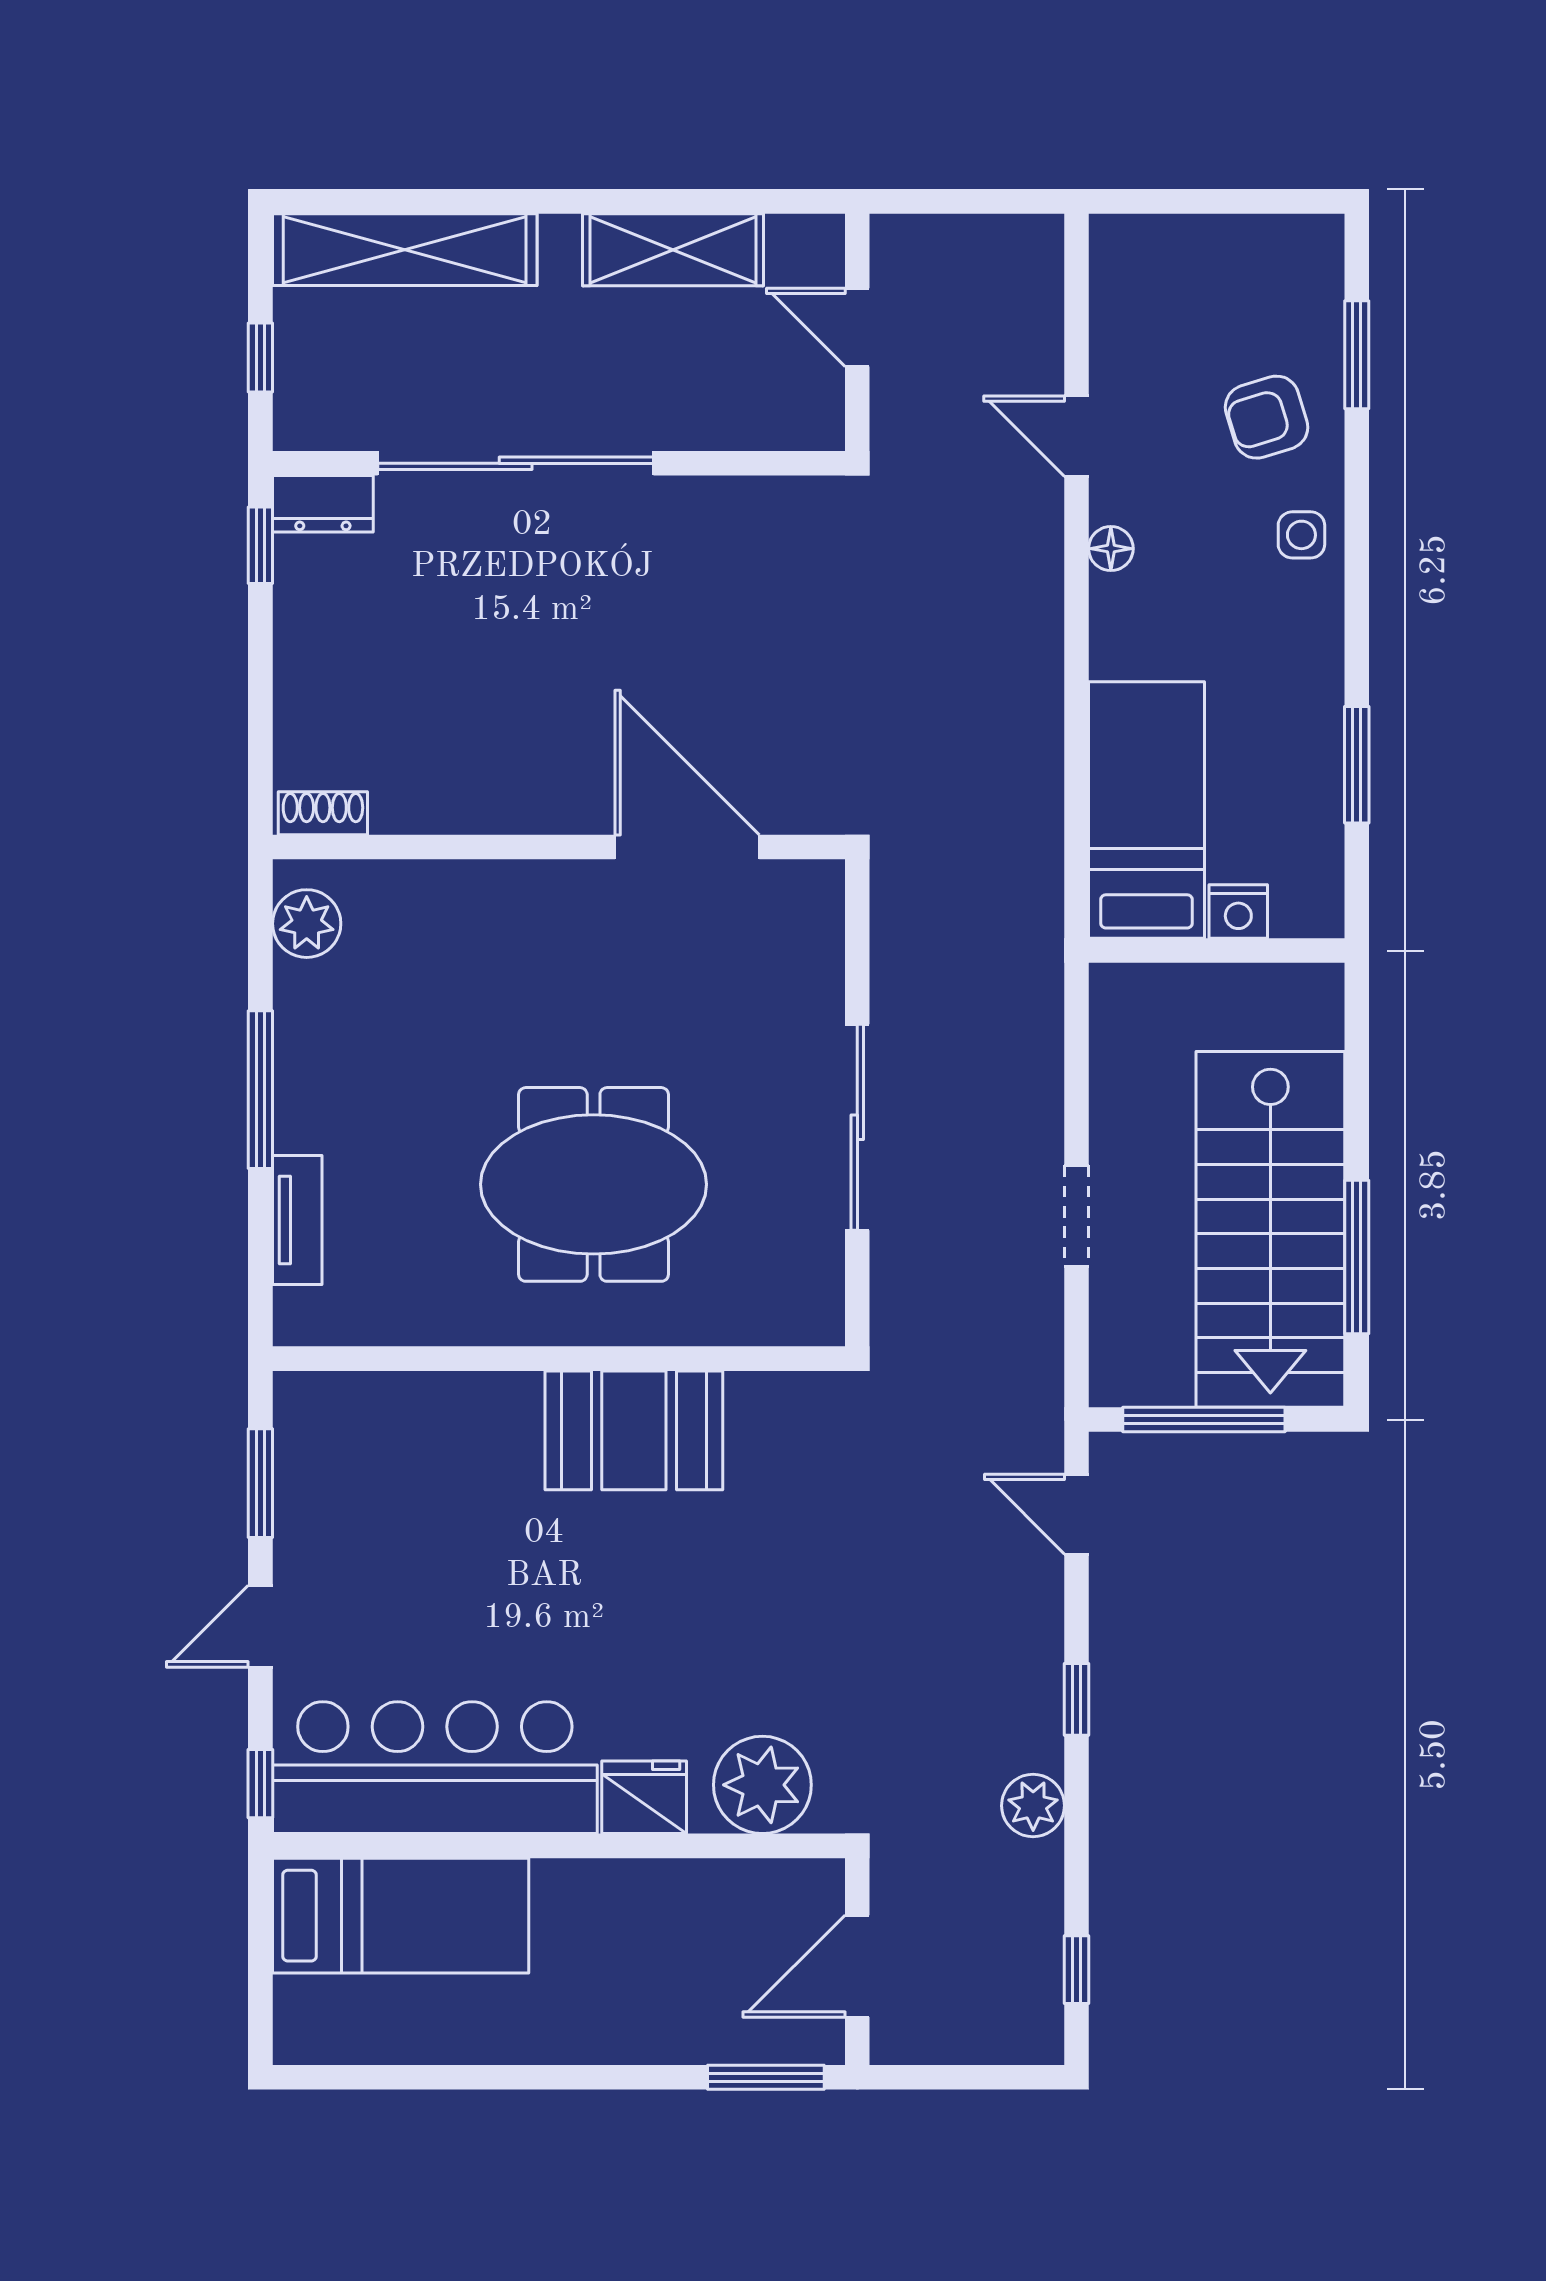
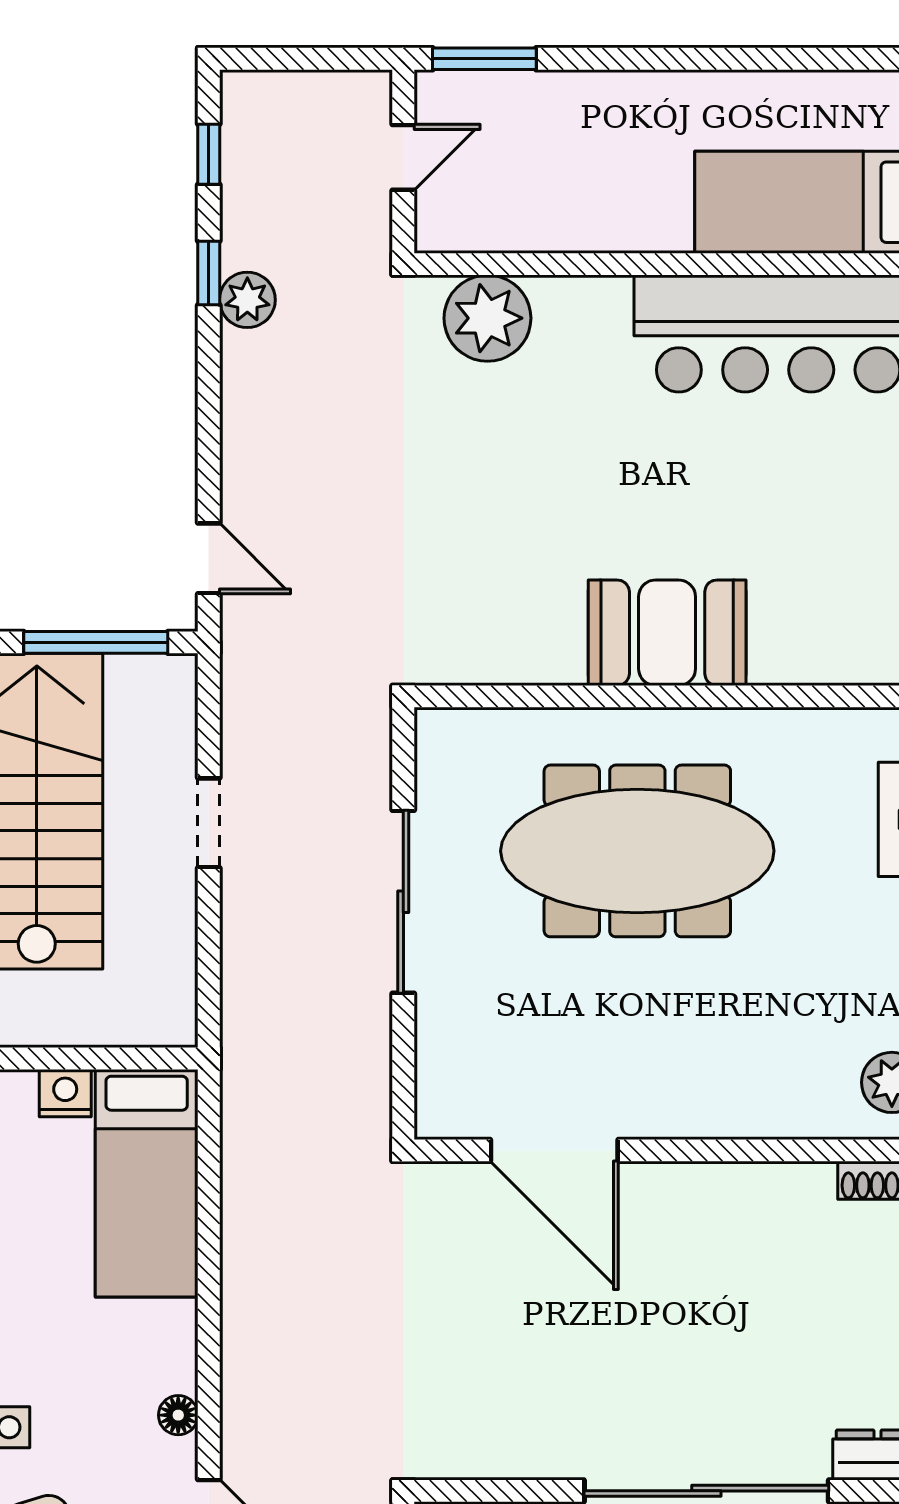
meeting table: (594, 1184) -> (637, 851), width x1.36
booth: (634, 1430) -> (667, 633), moved
window: (1077, 1699) -> (209, 273), moved
fridge: (644, 1797) -> (592, 307), removed
door: (857, 1966) -> (403, 157), width x0.73

